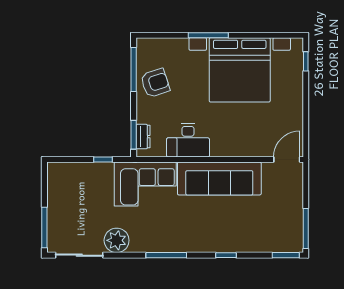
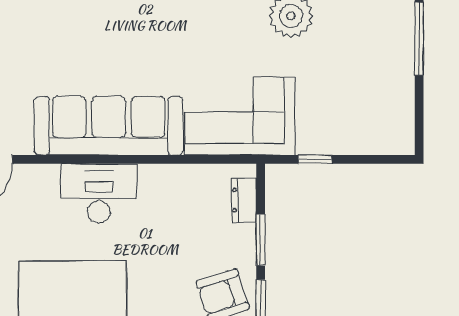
window: (134, 135) -> (261, 240), moved
desk: (188, 140) -> (99, 193), moved

